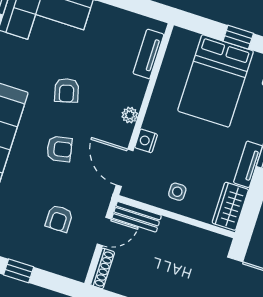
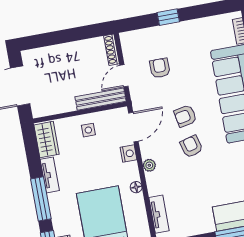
armchair: (67, 90) -> (191, 146), moved
floor lamp: (158, 98) -> (136, 187), added
door: (125, 168) -> (133, 127), hinge flipped
bench: (137, 217) -> (101, 99), width x1.36

